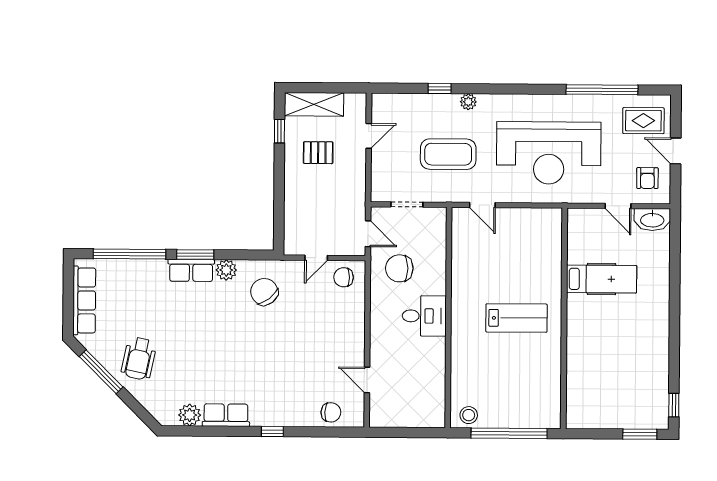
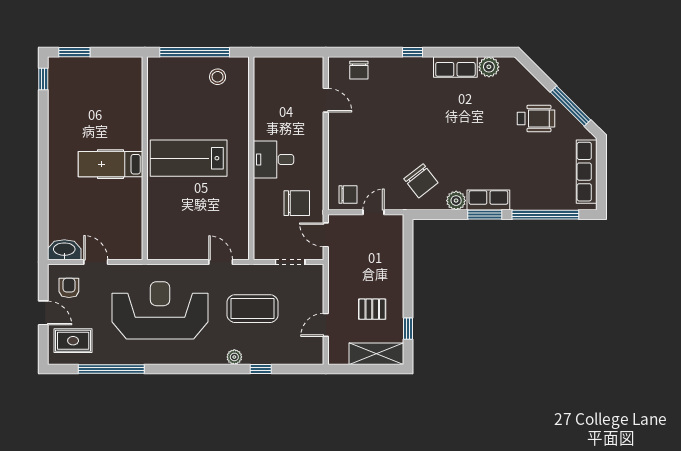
hospital bed: (602, 279) -> (111, 164), moved
lab bench: (516, 318) -> (189, 158), width x1.36, depth x1.39
wheelchair: (139, 358) -> (536, 119), turned 78
chair: (331, 412) -> (359, 70), turned -93
stool: (469, 415) -> (218, 77), moved

